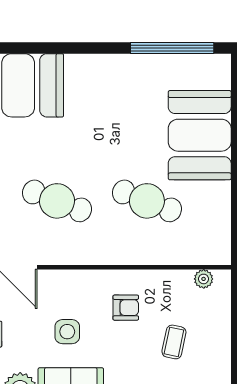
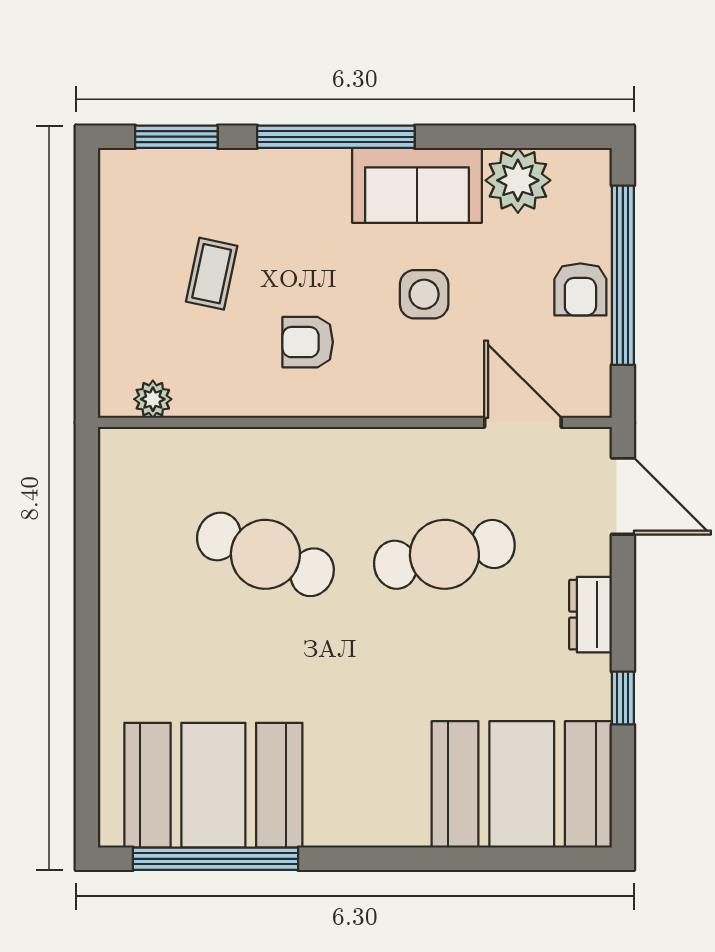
booth: (200, 135) -> (213, 785), moved, turned 90
cafe table: (57, 201) -> (444, 554), turned -33

